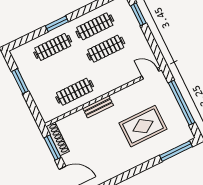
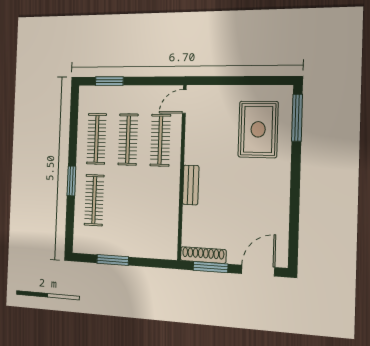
clothes rail: (75, 92) -> (160, 140), moved
window: (182, 103) -> (239, 81), removed
rug: (143, 126) -> (258, 129), moved

